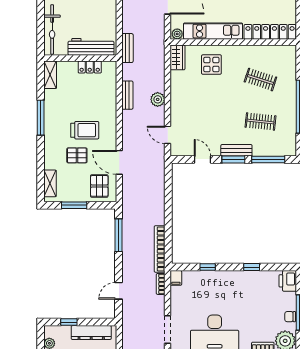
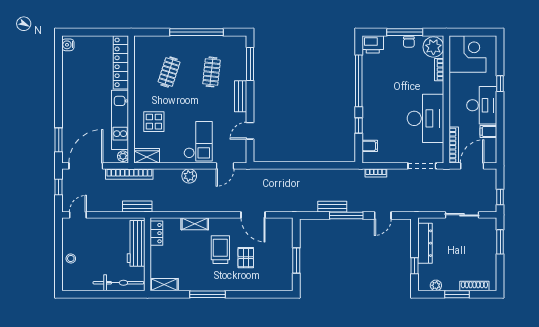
locker: (90, 67) -> (156, 233), moved
bench: (127, 95) -> (332, 207), moved
checkout: (192, 108) -> (198, 141), added
window: (233, 160) -> (250, 99), removed
door: (119, 162) -> (253, 215), hinge flipped
shelving: (50, 183) -> (195, 224), moved
pallet: (99, 186) -> (277, 235), removed
window: (119, 235) -> (346, 216), moved
bookcase: (160, 249) -> (129, 174), moved
window: (252, 267) -> (359, 81), width x3.17
filing cabinet: (176, 278) -> (370, 146), moved
door: (119, 291) -> (383, 216), hinge flipped

